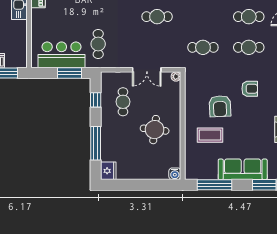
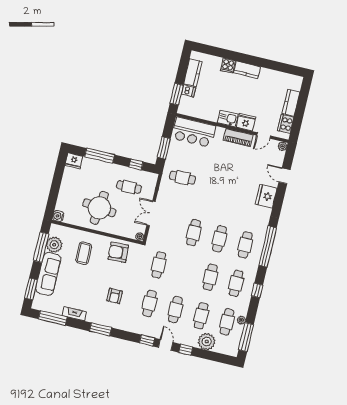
bar counter: (62, 55) -> (194, 132), moved, turned 90
armchair: (220, 106) -> (118, 252), moved
round table: (155, 130) -> (99, 208), width x1.36, depth x1.36
plant: (208, 171) -> (54, 245), added

